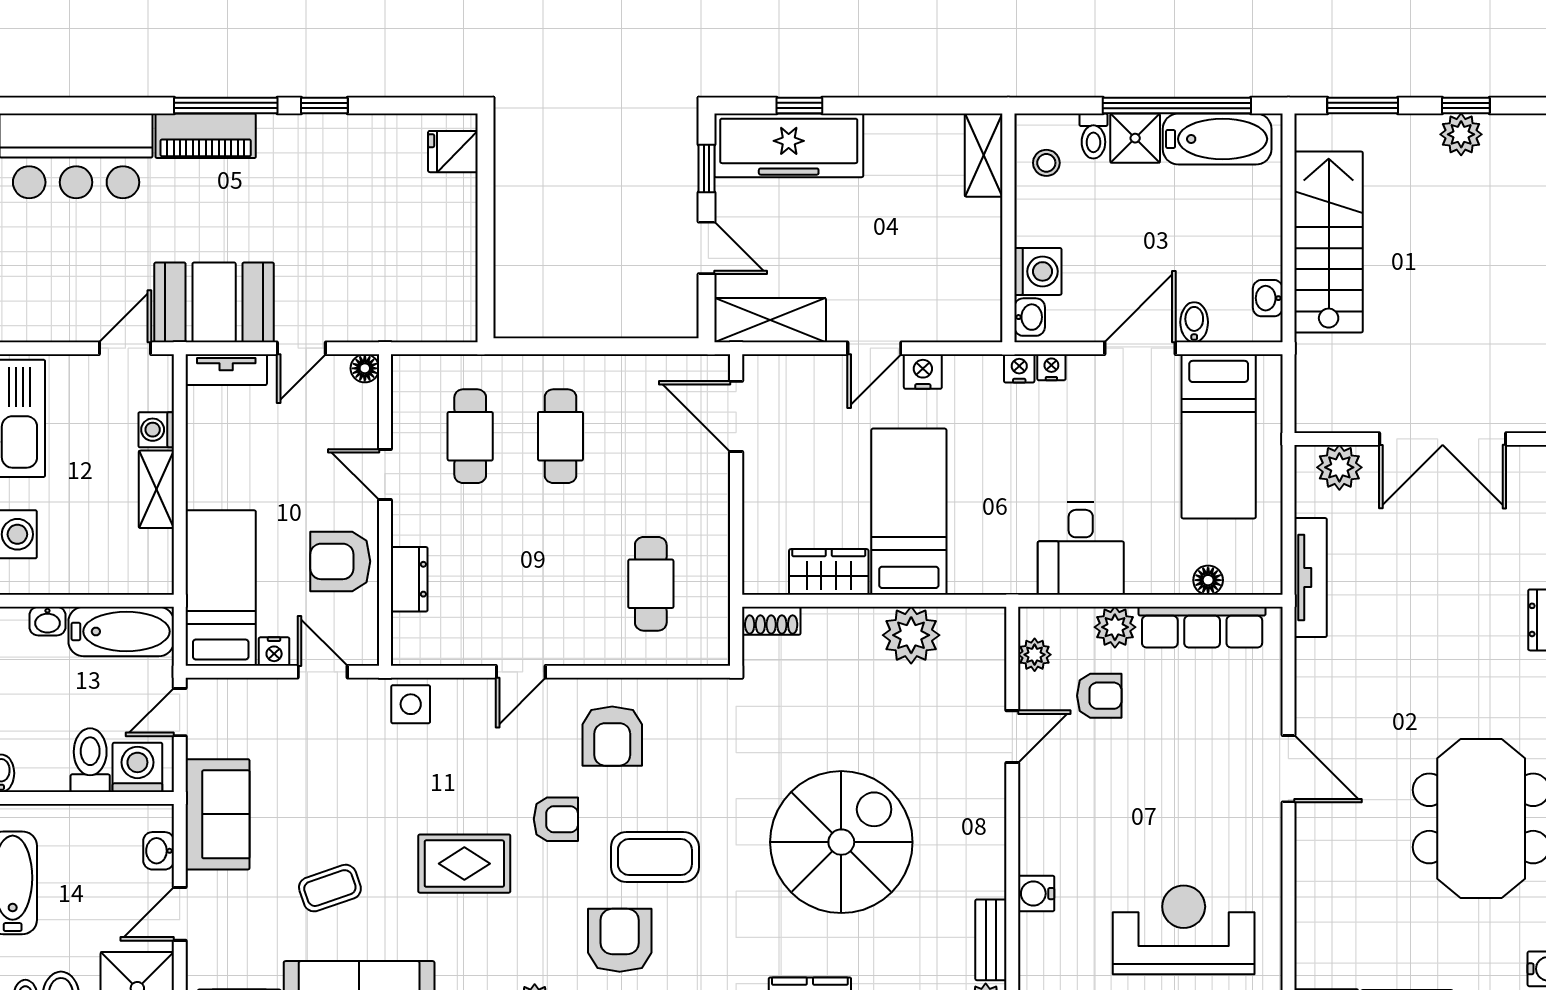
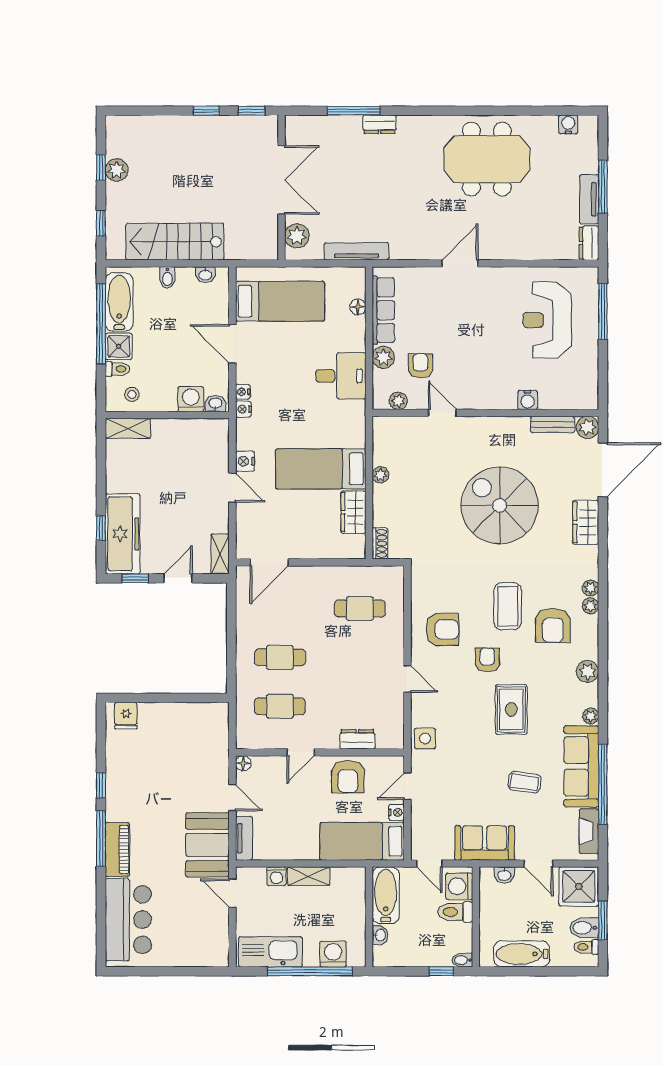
window: (1363, 106) -> (101, 223), width x0.67
shelving: (770, 320) -> (220, 554), width x0.67, depth x0.75
bidet: (1194, 322) -> (167, 278), moved, turned -90
plant: (911, 635) -> (380, 475), width x0.53, depth x0.53
coffee table: (330, 888) -> (525, 782), turned -63
armchair: (620, 940) -> (553, 625), turned -90

